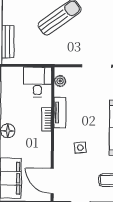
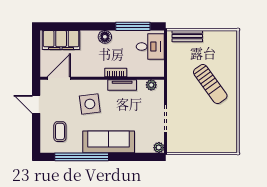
desk: (37, 82) -> (150, 47), moved
side table: (80, 148) -> (90, 104), width x1.87, depth x1.87

